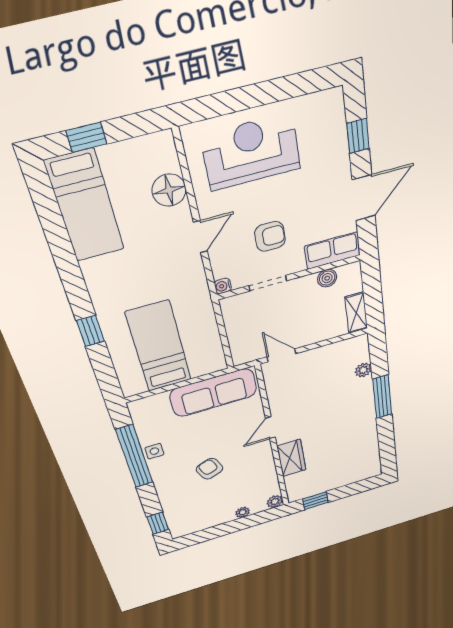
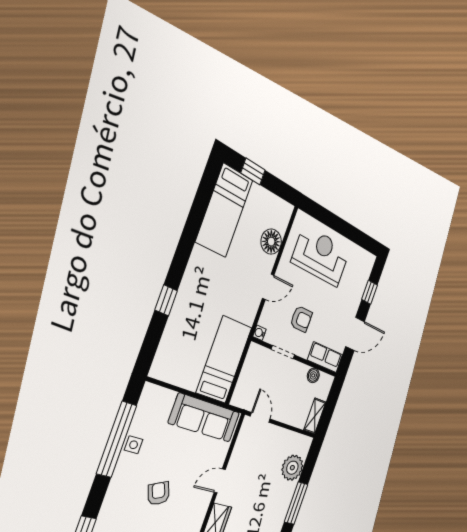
bed: (159, 347) -> (224, 360), moved
plant: (363, 370) -> (292, 468), width x1.87, depth x1.87

